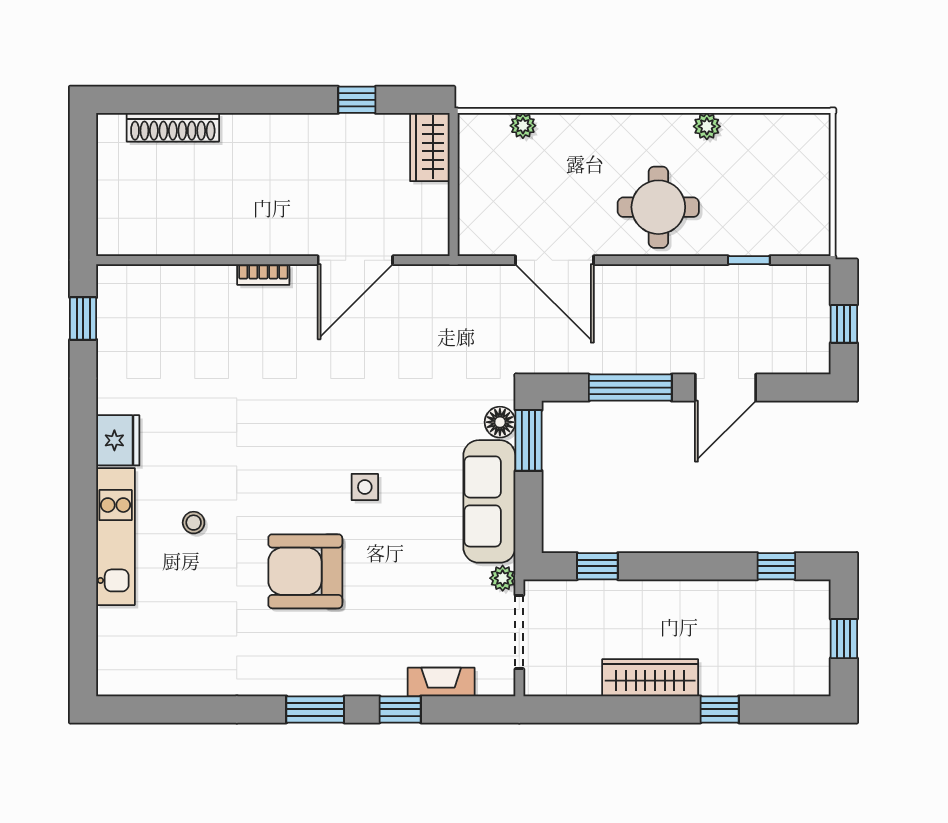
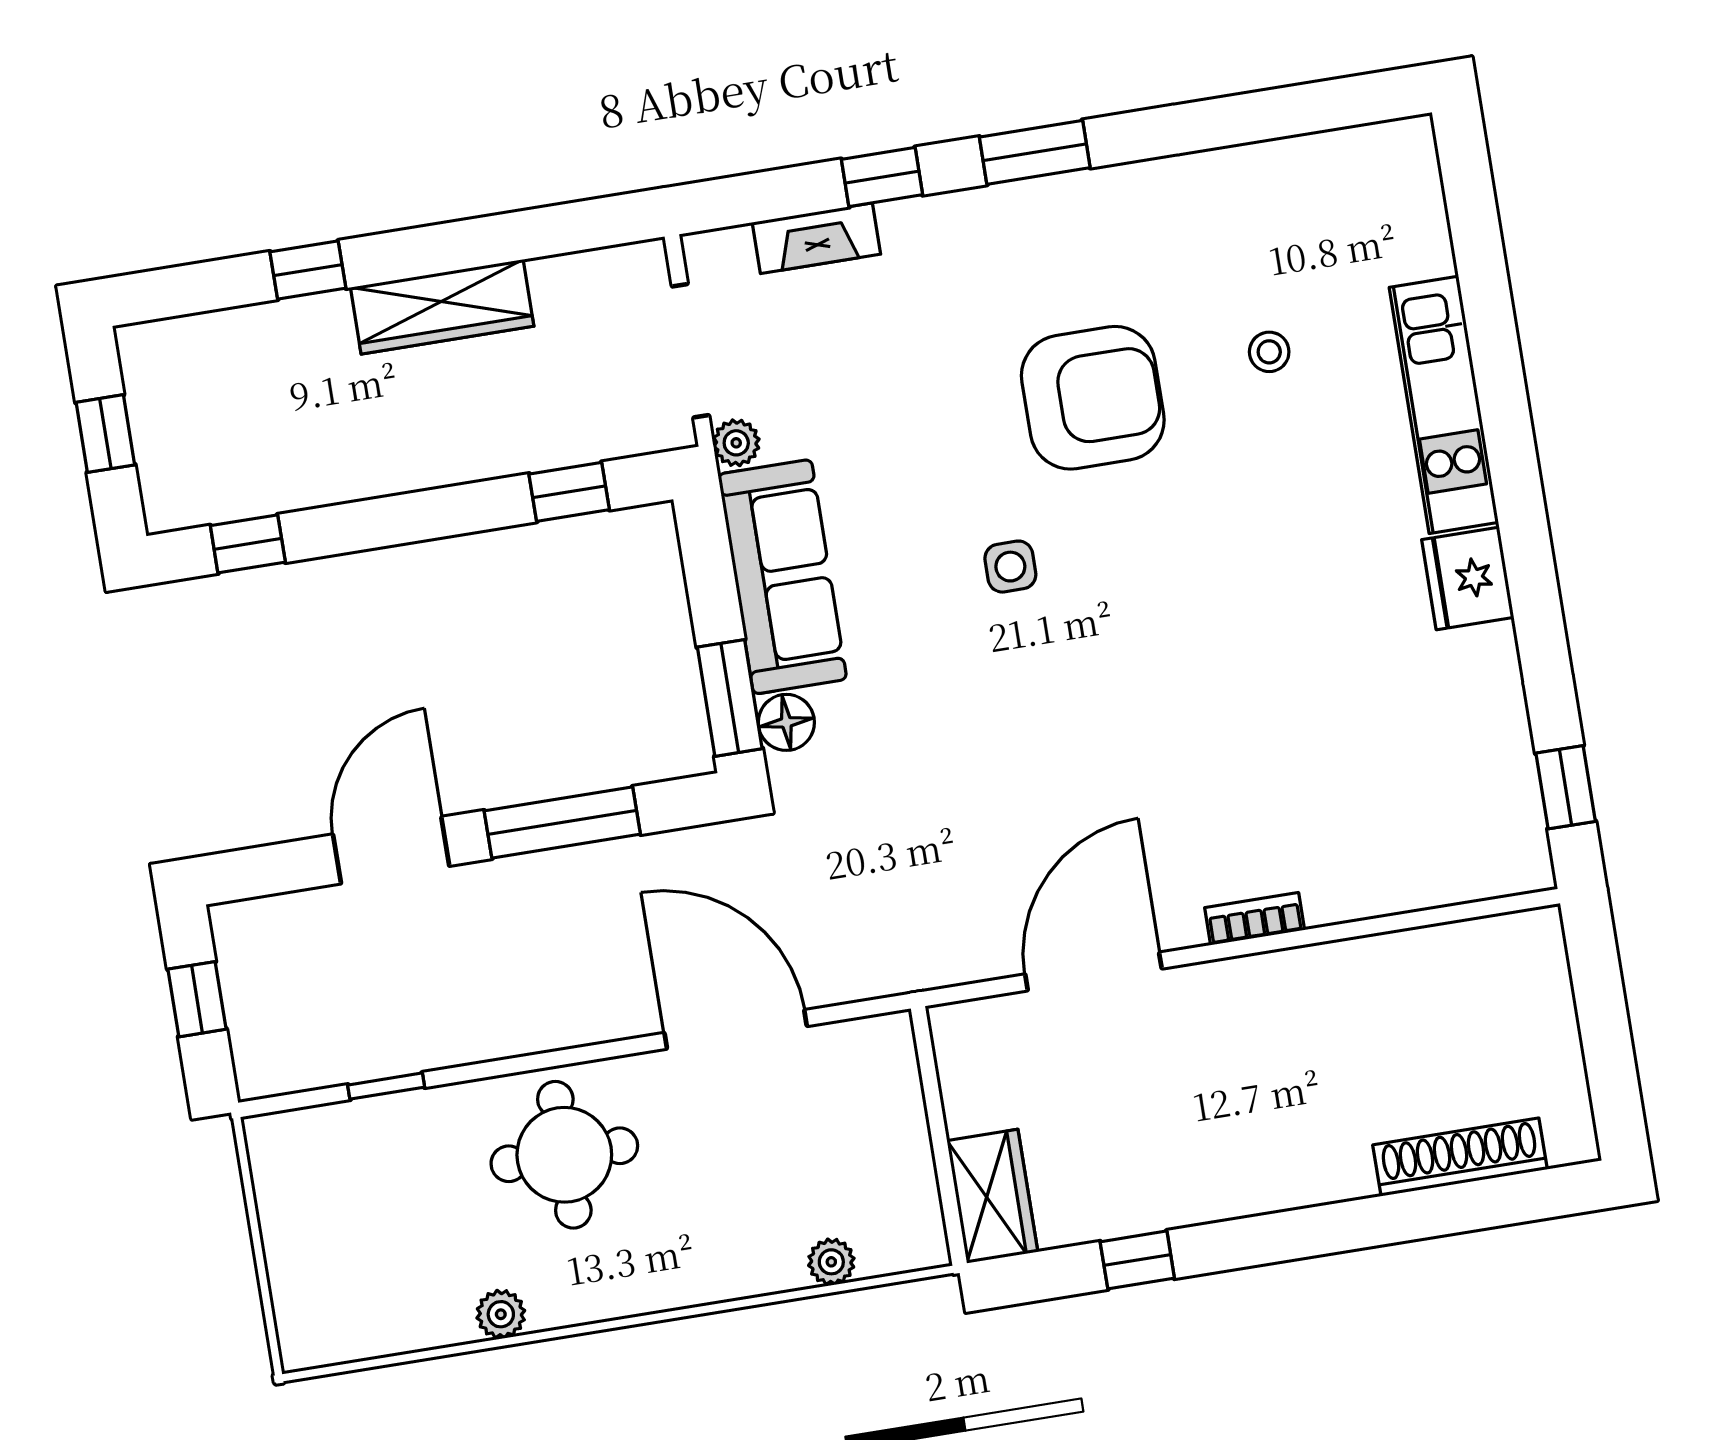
stool: (194, 523) -> (1269, 352), moved

